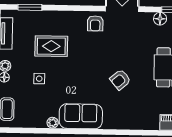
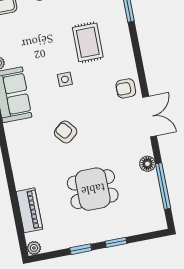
side table: (39, 79) -> (65, 79), moved

